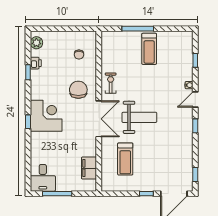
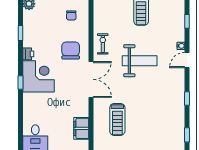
printer: (36, 63) -> (28, 54), moved
weight bench: (139, 117) -> (140, 61), moved
window: (195, 126) -> (187, 99), moved

